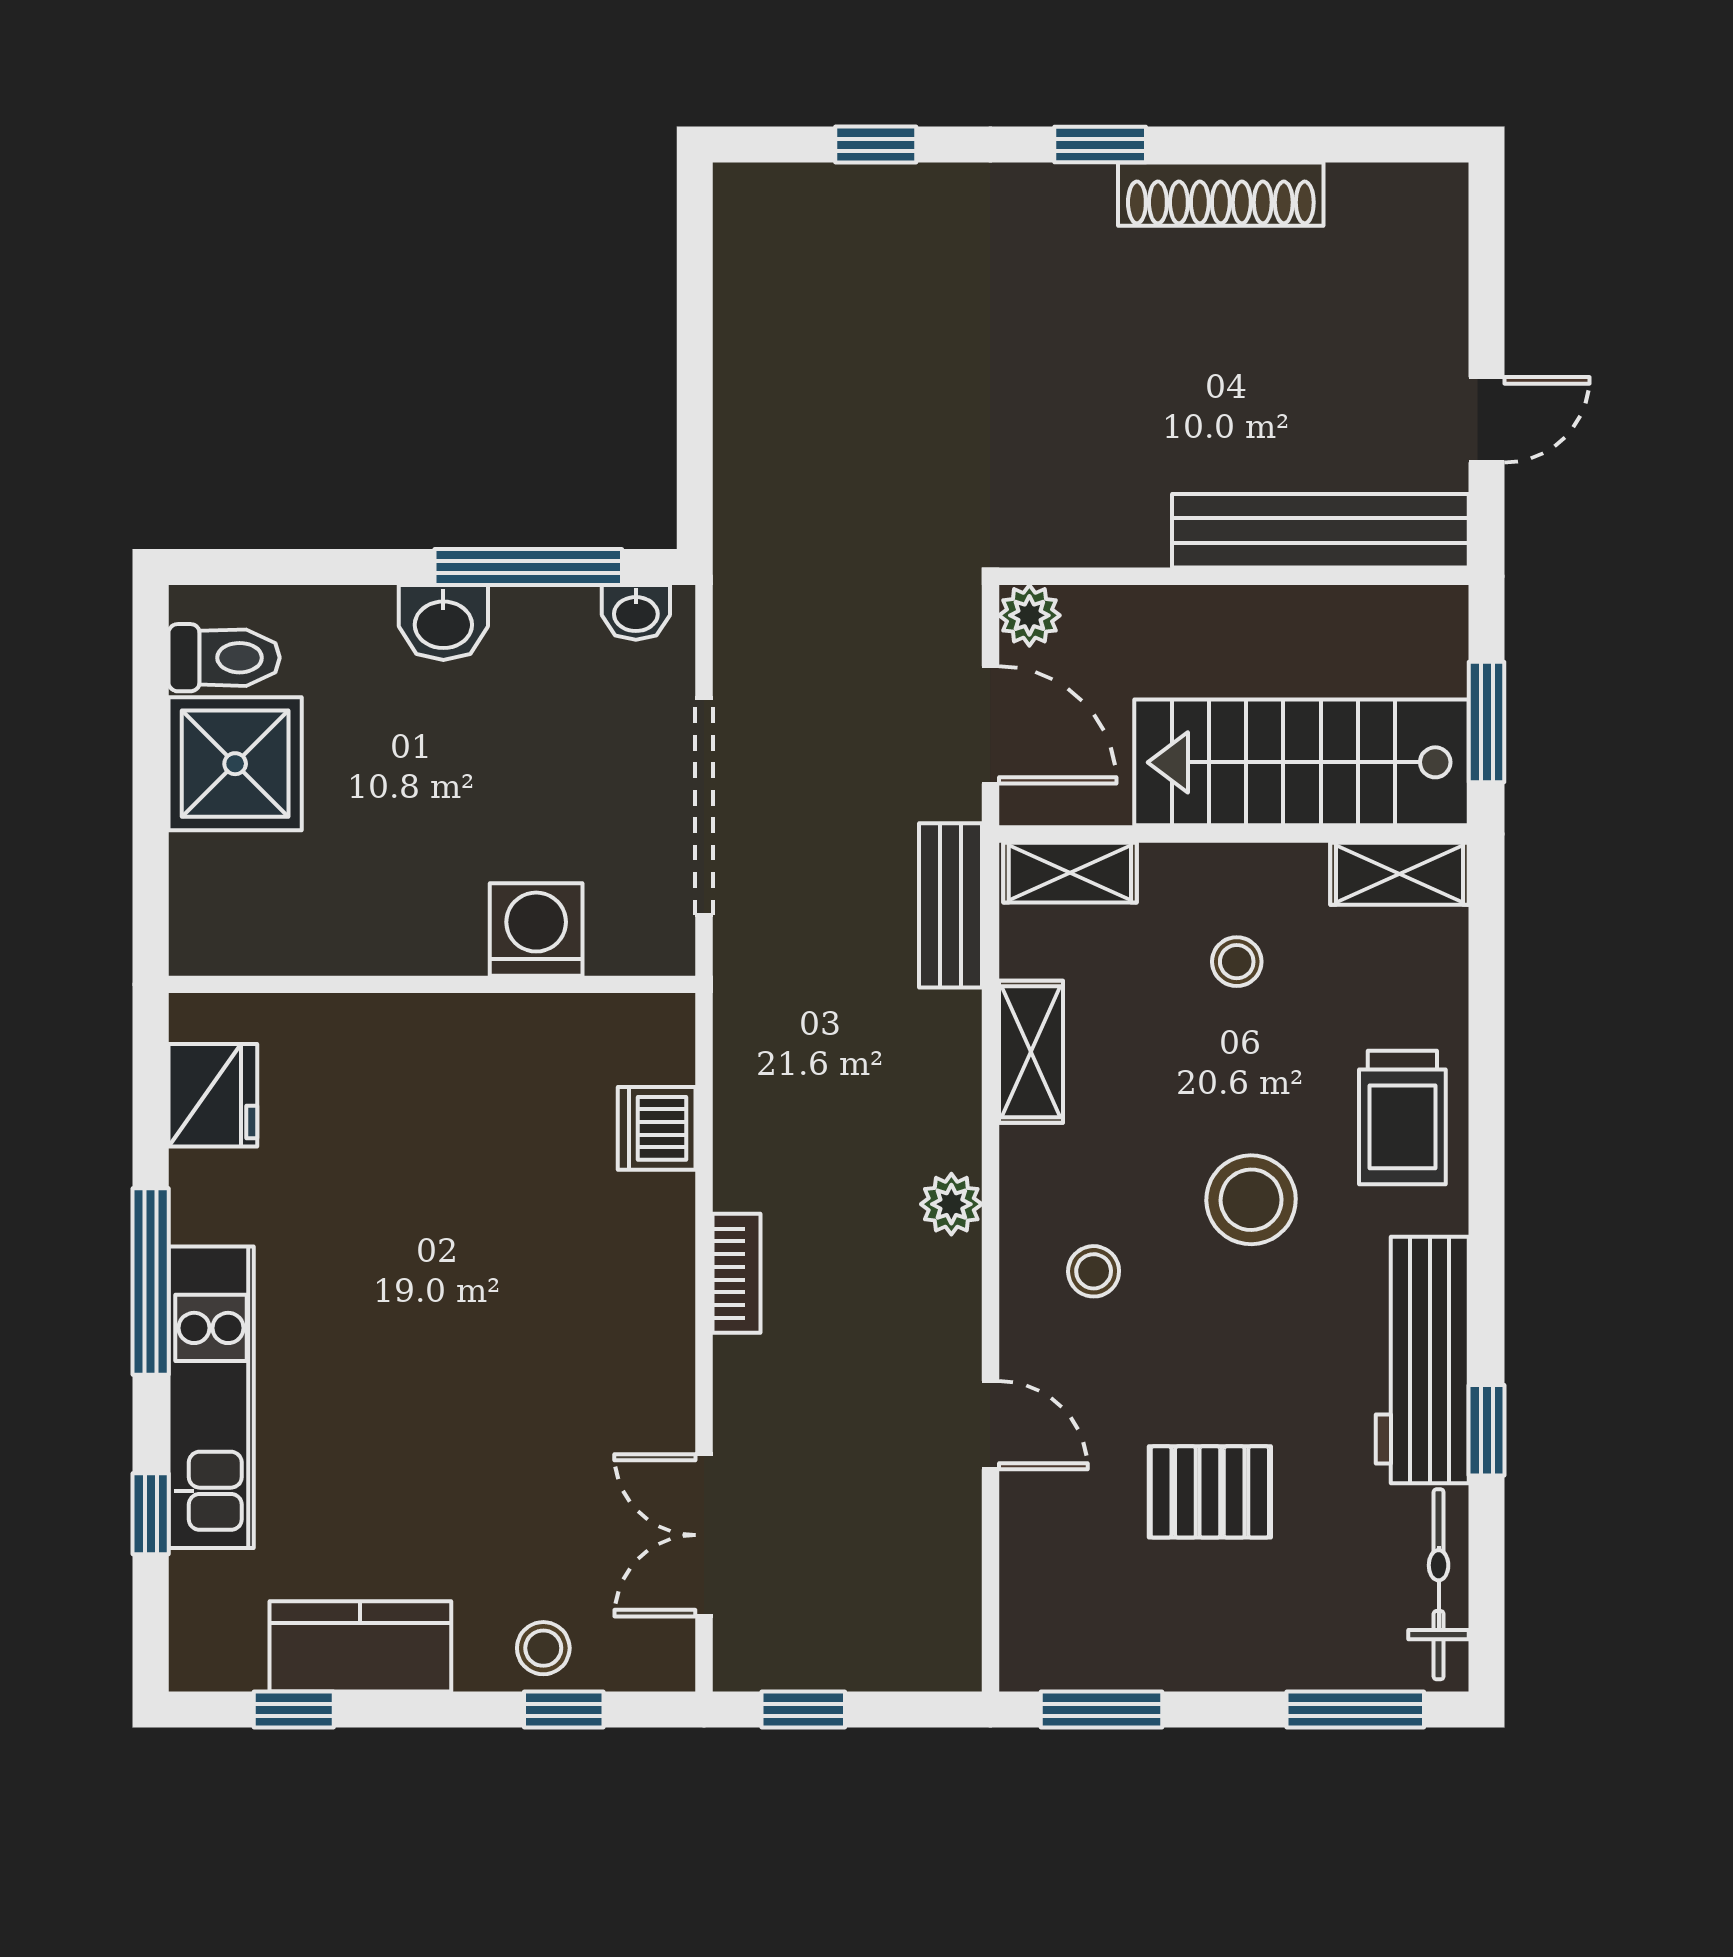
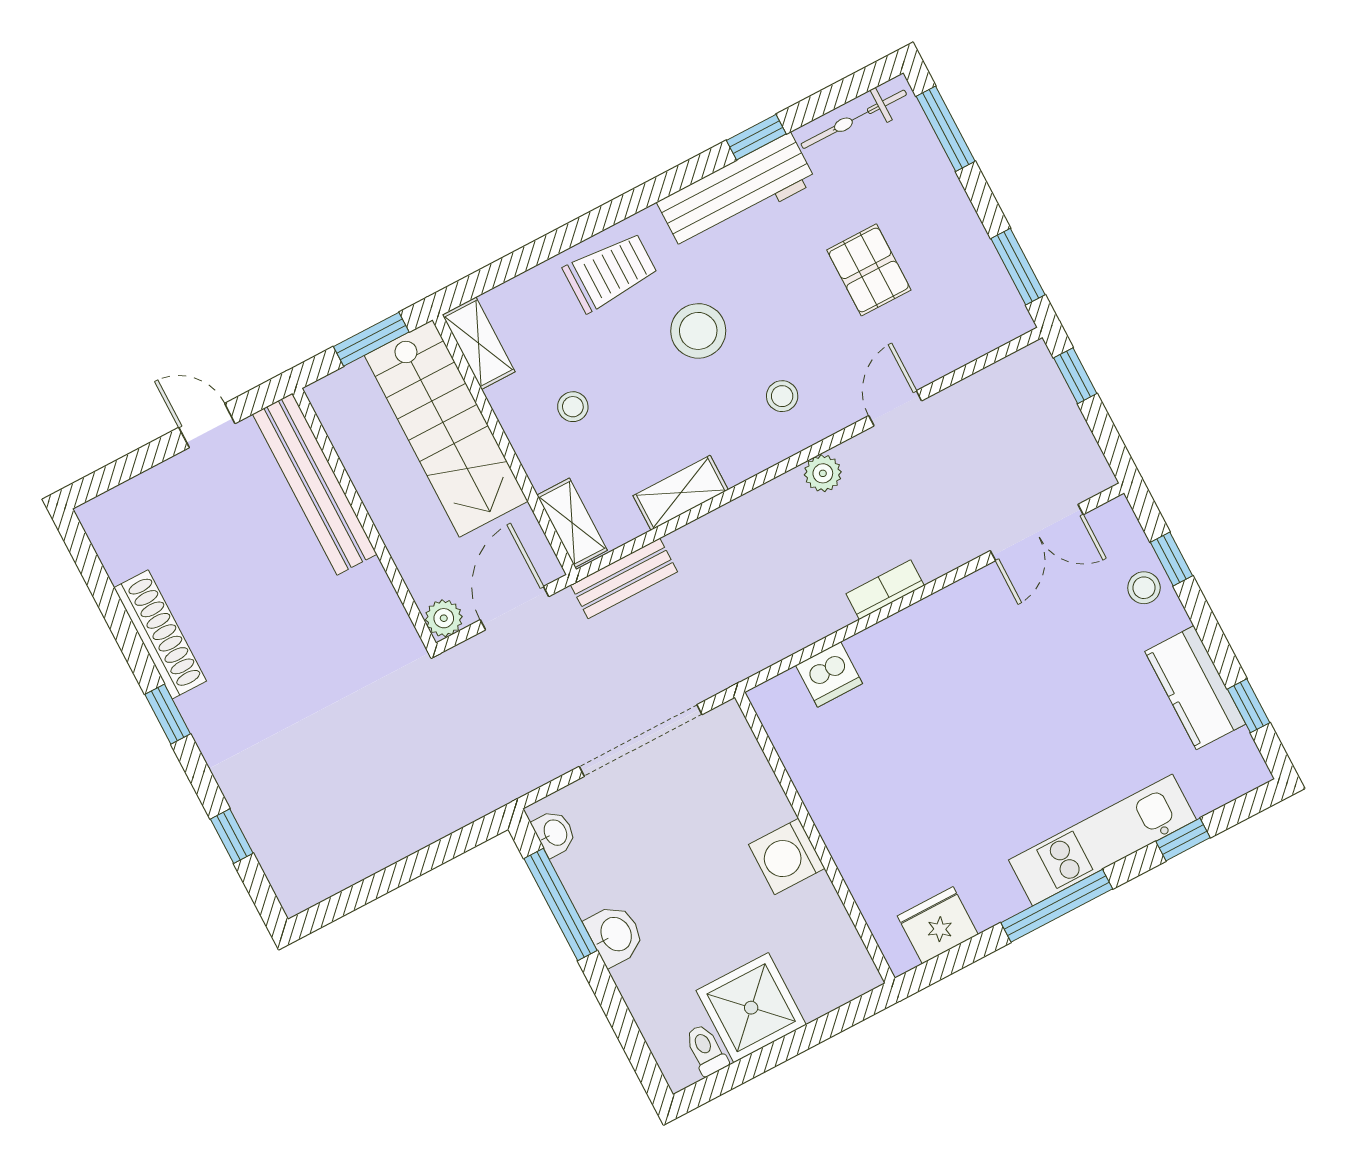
toilet: (224, 658) -> (706, 1050), width x0.73, depth x0.72
washing machine: (536, 929) -> (787, 856), moved
plant: (951, 1204) -> (823, 473), moved
window: (803, 1710) -> (1075, 376), moved

